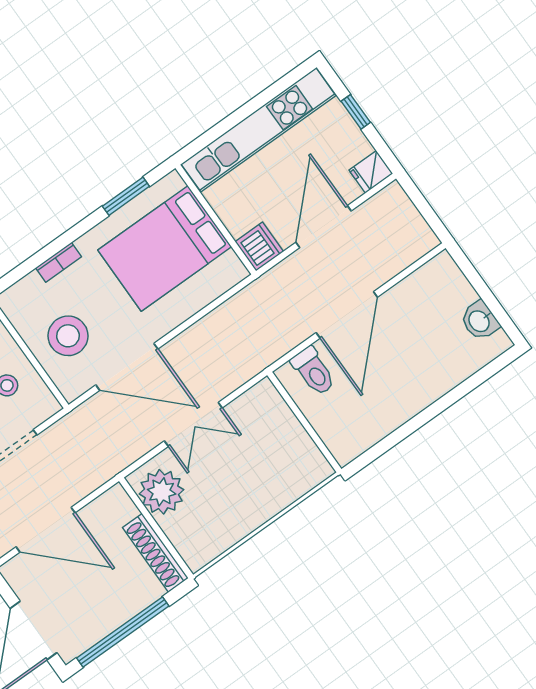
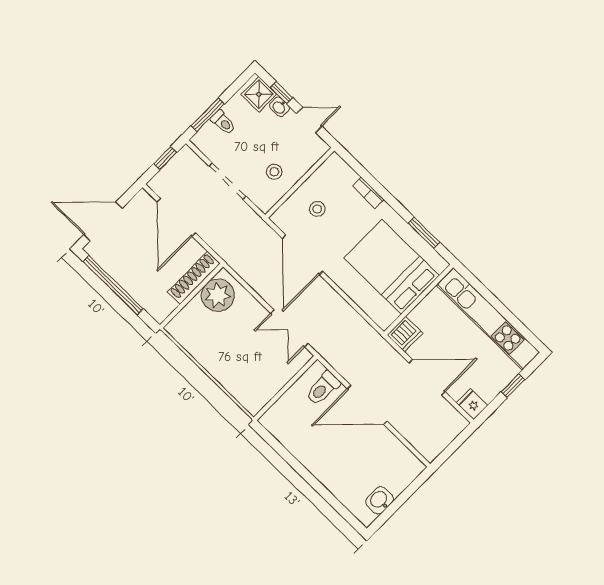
stool: (68, 336) -> (317, 209), width x0.53, depth x0.53
double door: (193, 424) -> (289, 328), moved
shoe rack: (155, 553) -> (194, 278), moved

